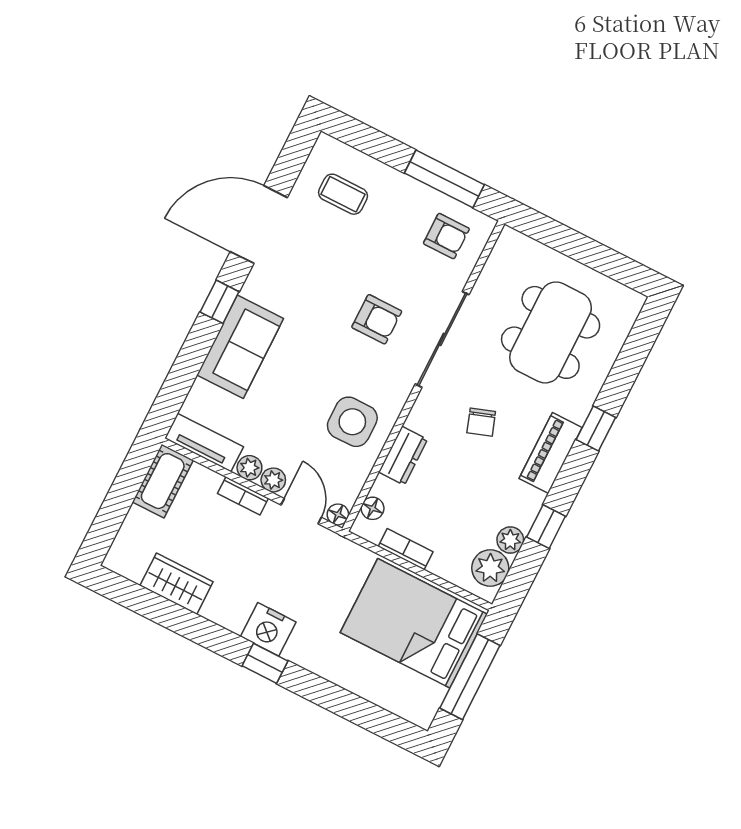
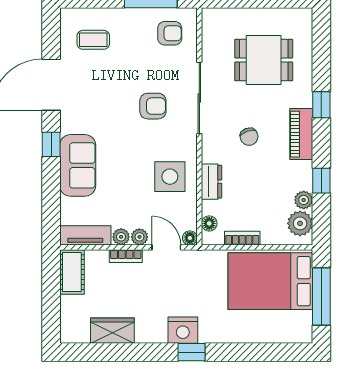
dining table: (551, 332) -> (264, 60), width x0.73

